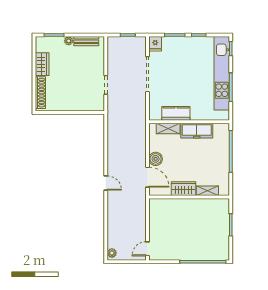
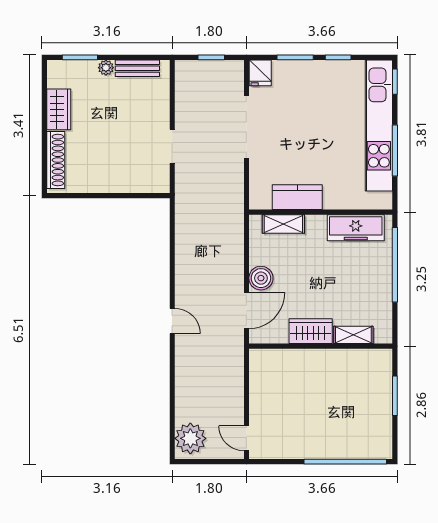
freezer: (197, 131) -> (356, 228), moved
door: (147, 177) -> (246, 311), hinge flipped
door: (147, 249) -> (246, 438), hinge flipped
plant: (112, 253) -> (190, 438), width x1.88, depth x1.88

